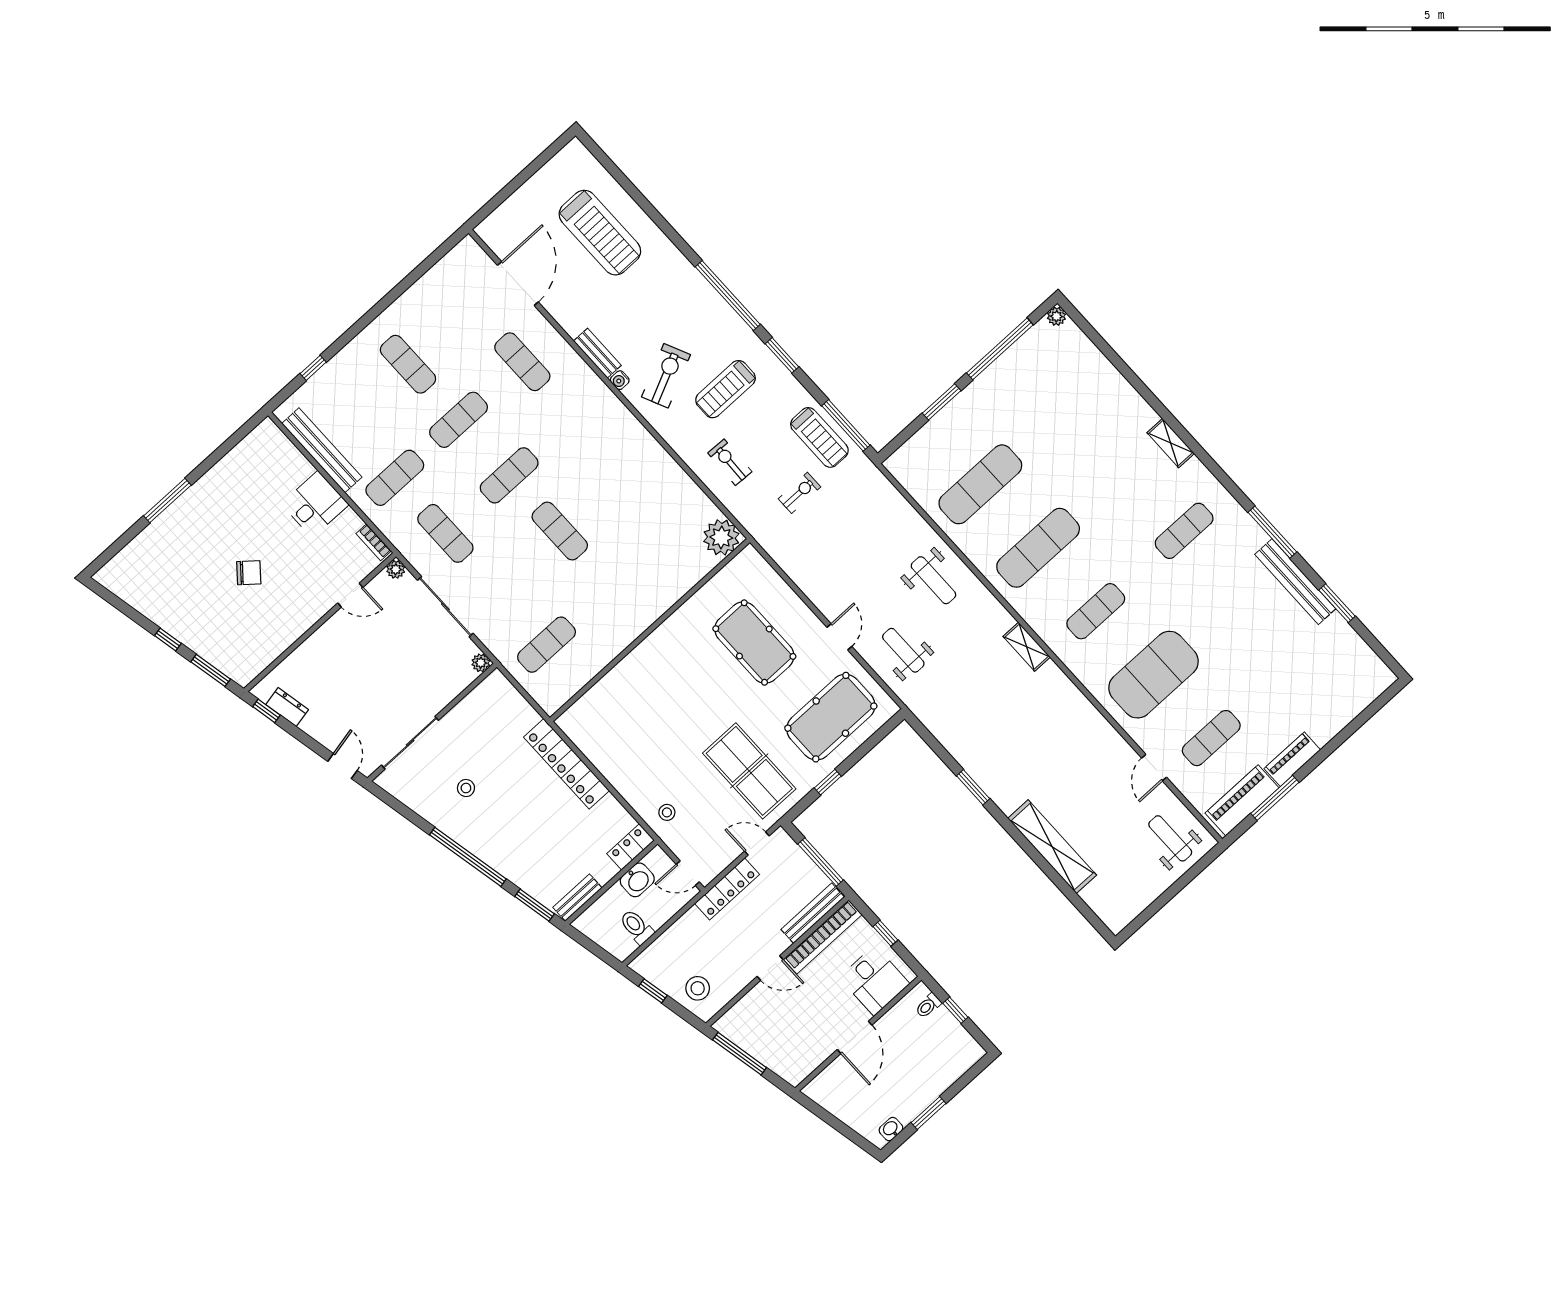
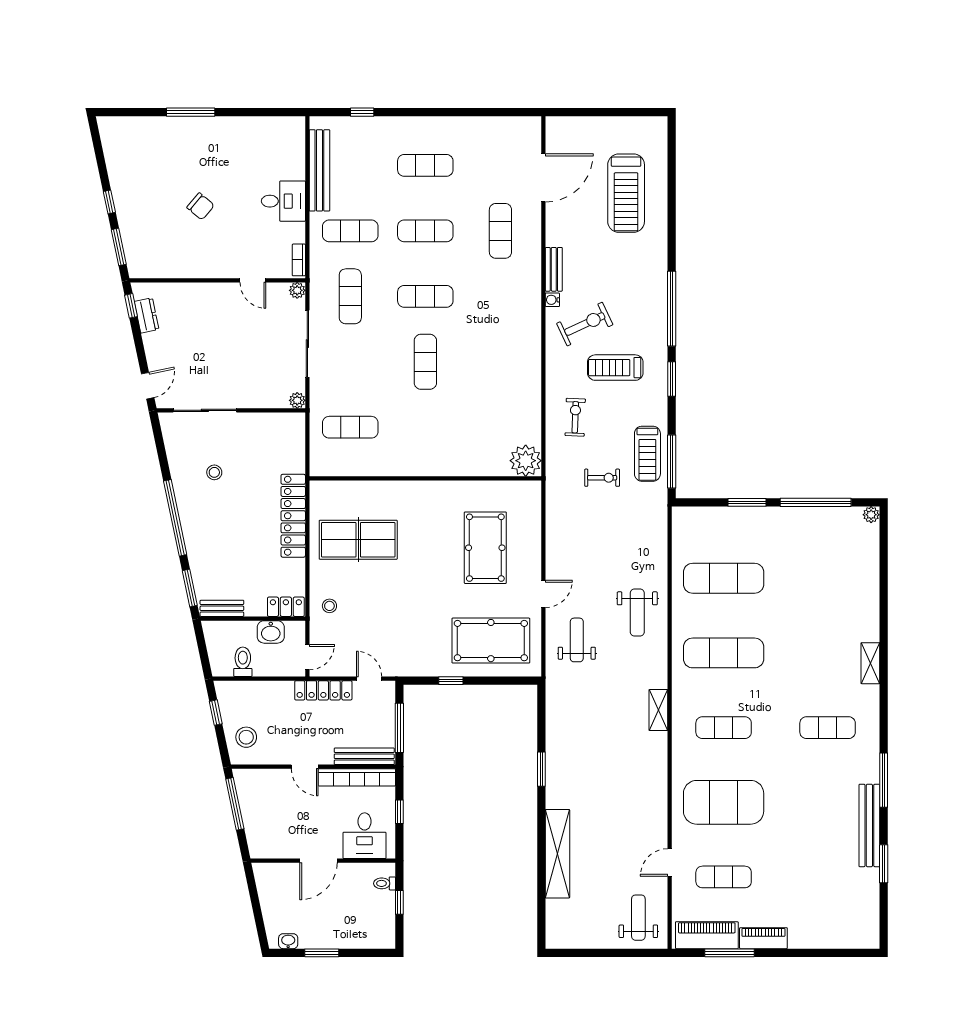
exercise mat: (408, 364) -> (425, 165), turned 90
table tennis table: (749, 771) -> (358, 540), moved, turned 90
door: (688, 873) -> (307, 657), swing flipped

